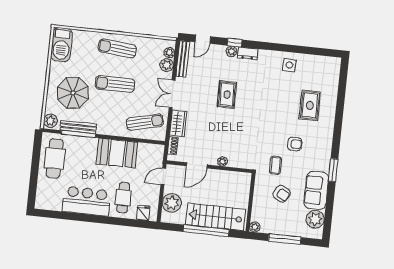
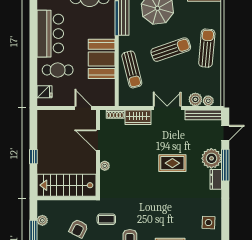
door: (203, 39) -> (225, 133), swing flipped
window: (235, 43) -> (225, 165), width x2.17
plant: (232, 51) -> (211, 158), width x1.87, depth x1.87
sun lounger: (115, 84) -> (171, 50), turned 71
sun lounger: (145, 122) -> (132, 69), moved
plant: (172, 203) -> (58, 119), removed
stairs: (216, 217) -> (67, 185), moved, turned -90
plant: (255, 227) -> (42, 220), moved
window: (206, 231) -> (33, 157), width x0.32

